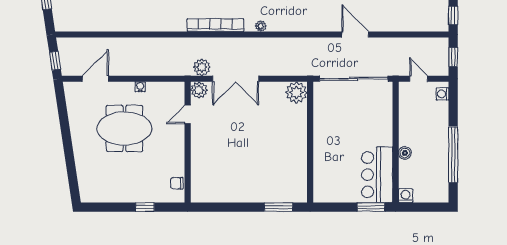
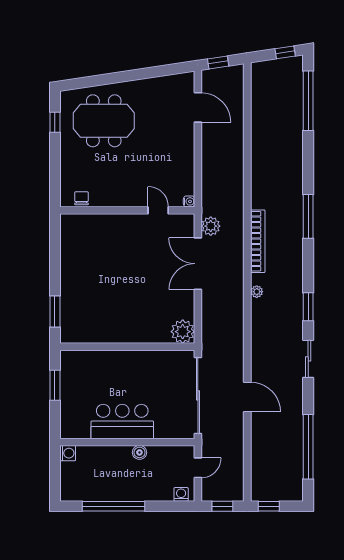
door: (355, 35) -> (247, 397), hinge flipped
water cooler: (140, 87) -> (189, 201), moved
plant: (199, 90) -> (185, 223), removed
meeting table: (124, 128) -> (104, 121), moved, turned 90
boiler: (405, 153) -> (139, 452), moved
bar counter: (377, 175) -> (122, 422), moved
window: (145, 207) -> (55, 122), moved
window: (371, 207) -> (55, 385), moved

